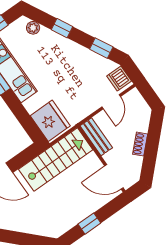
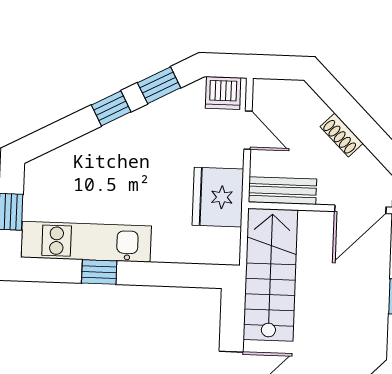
plant: (33, 28) -> (54, 162), removed
window: (62, 28) -> (111, 108), moved
fridge: (50, 121) -> (218, 197), moved, turned -90

